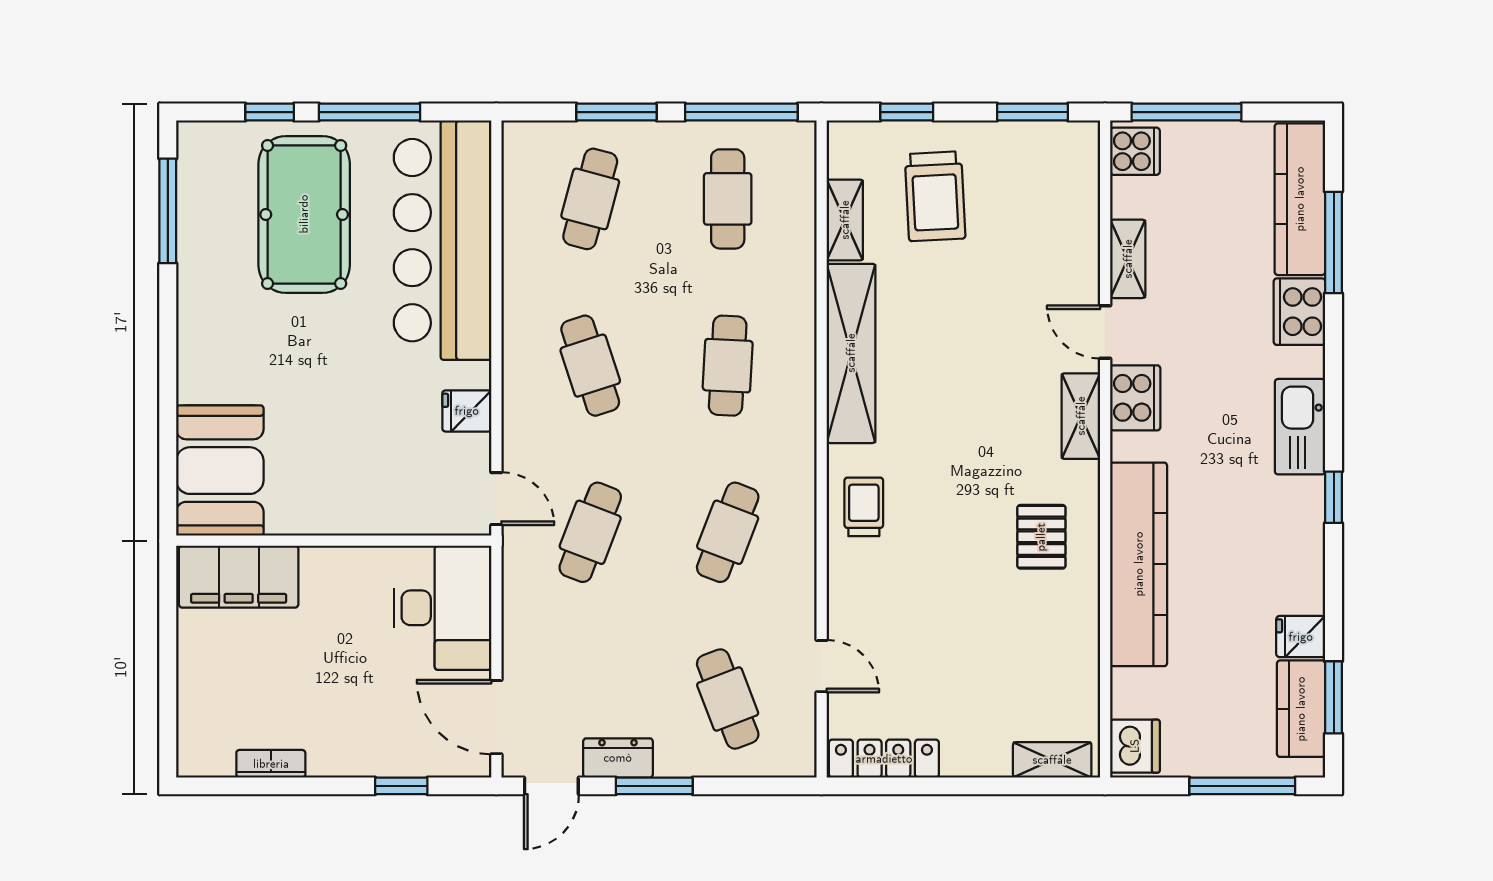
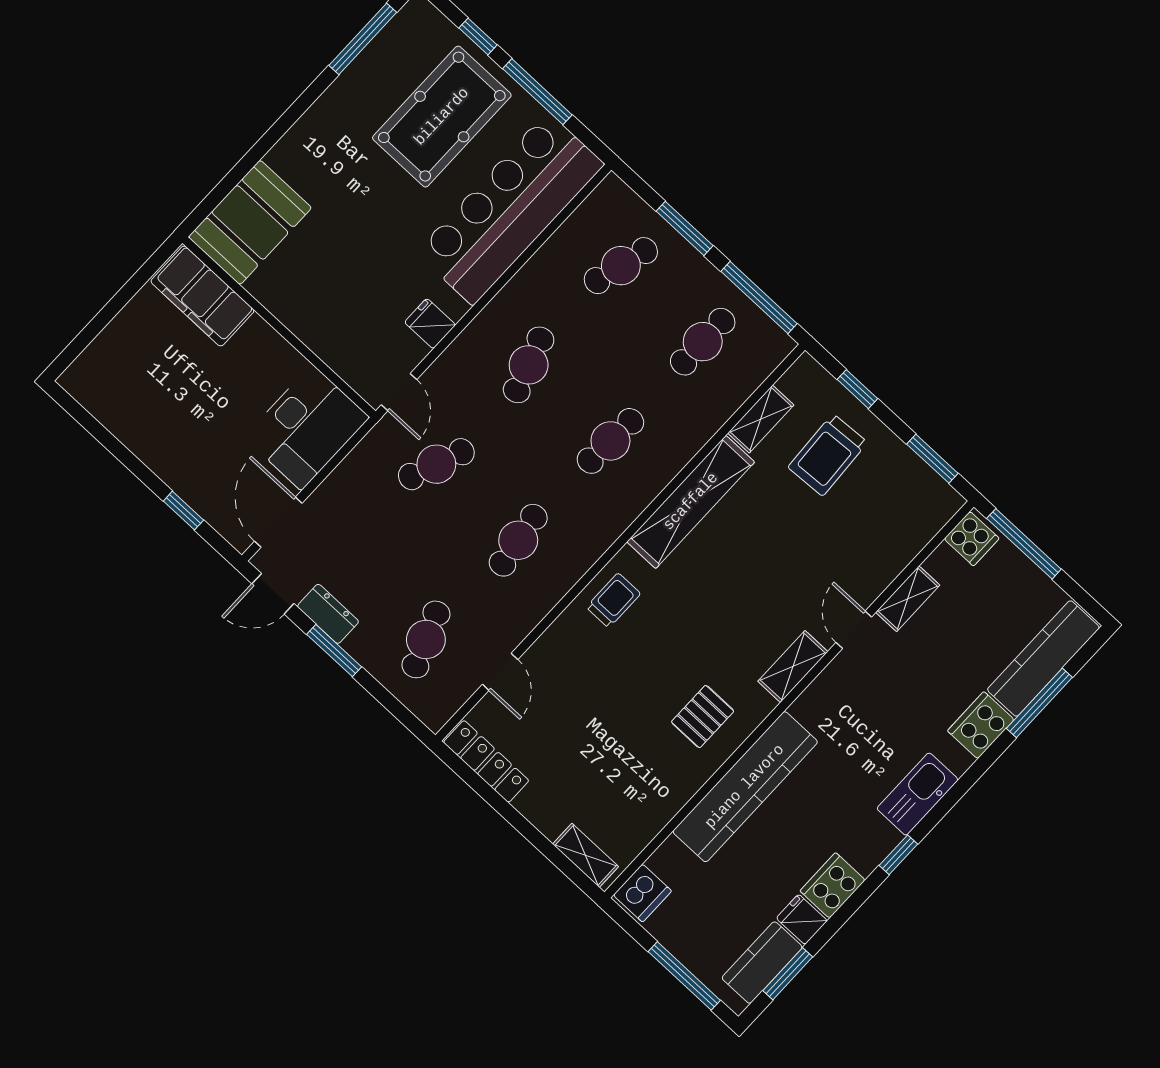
cooker: (1135, 398) -> (833, 885), moved, turned 180
cafe table: (728, 532) -> (518, 540), turned -30
bookcase: (271, 764) -> (118, 425), removed

